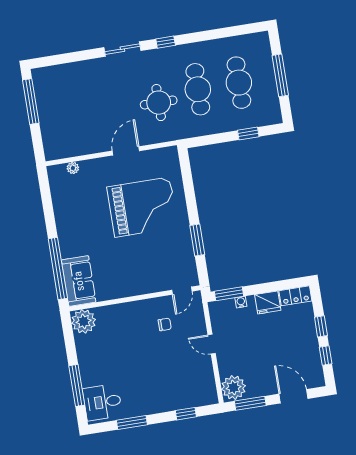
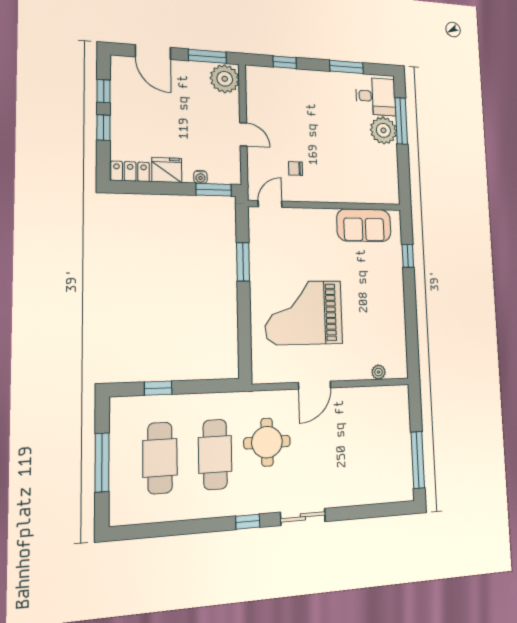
window: (58, 268) -> (408, 256), width x0.32
sofa: (79, 281) -> (364, 225), moved, turned -90
plant: (84, 321) -> (383, 130), moved

